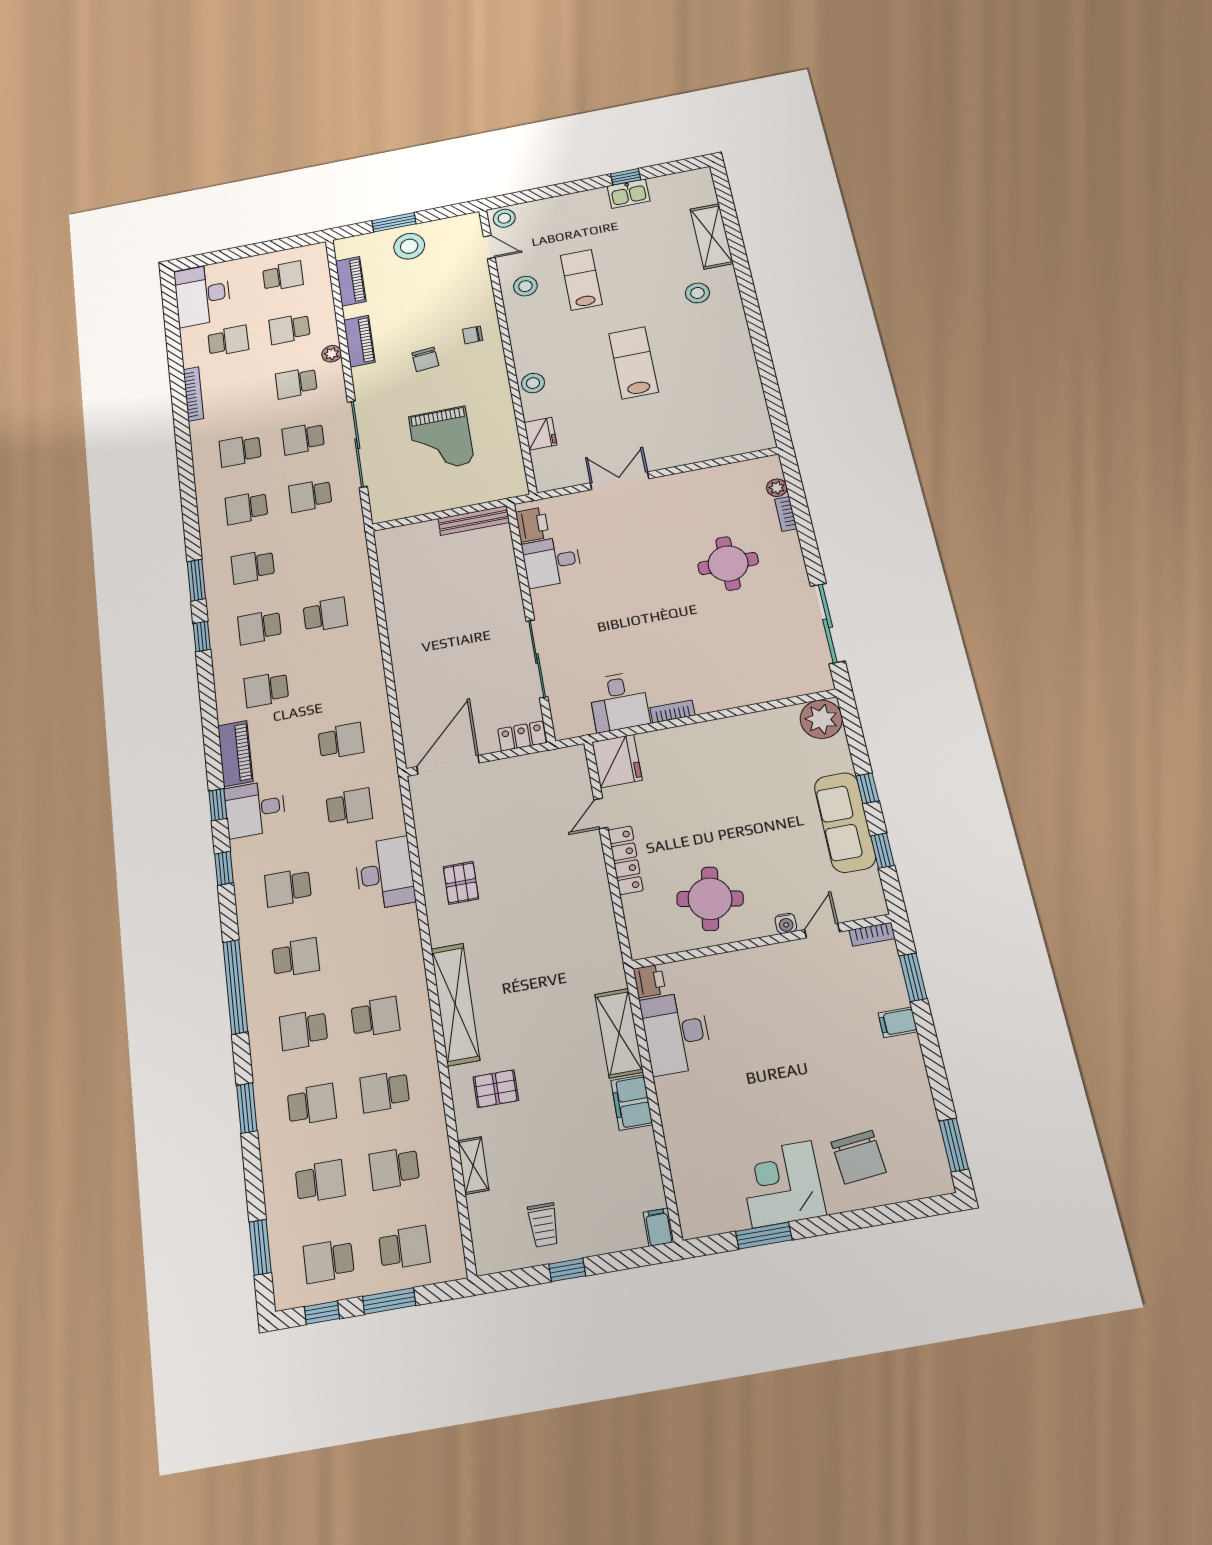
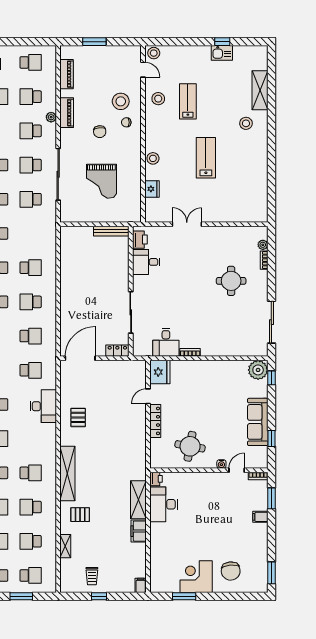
stool: (409, 246) -> (121, 101), moved
school desk: (333, 677) -> (31, 302), added
window: (867, 788) -> (271, 378), moved

